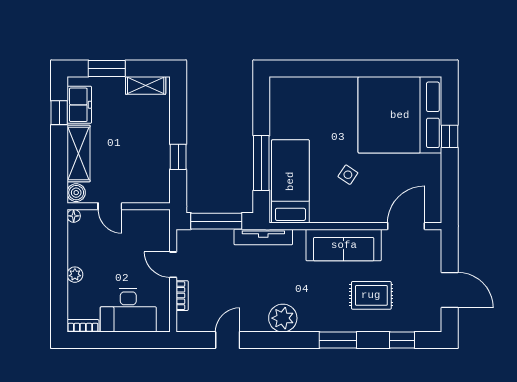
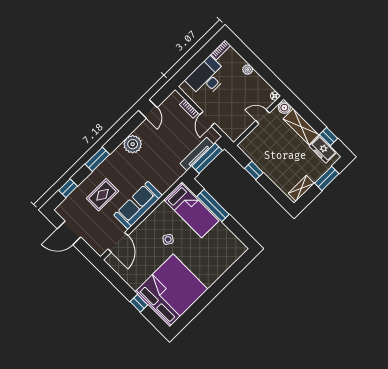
tv unit: (263, 237) -> (197, 154), moved
door: (173, 265) -> (207, 119), swing flipped

